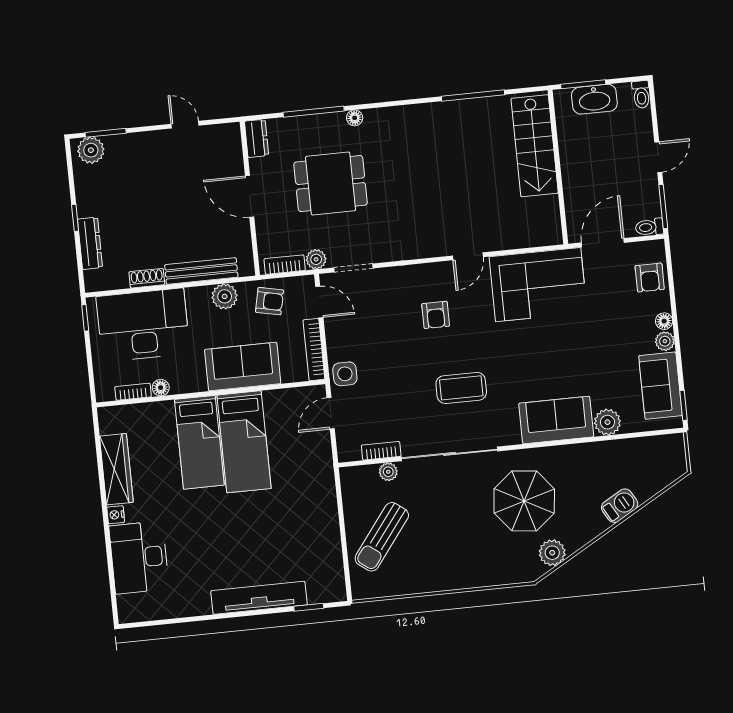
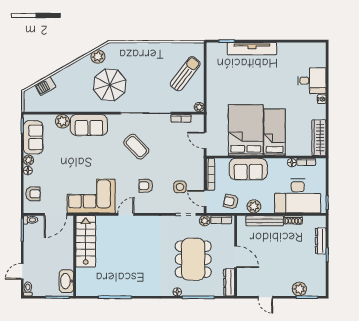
washbasin: (594, 99) -> (66, 281), moved, turned -90
dresser: (257, 138) -> (229, 282), width x1.44
stairs: (535, 146) -> (86, 241), moved
plant: (91, 150) -> (299, 289), moved
door: (658, 157) -> (22, 271), moved
dining table: (331, 184) -> (193, 259), width x1.38
armchair: (650, 277) -> (33, 194), turned 90
armchair: (436, 315) -> (146, 186), turned -90
side table: (345, 374) -> (180, 187), moved
coffee table: (461, 388) -> (136, 147), turned 46
door: (331, 413) -> (205, 140), swing flipped
bed: (244, 442) -> (246, 130), width x1.50
wardrobe: (116, 469) -> (319, 138), moved
plant: (388, 472) -> (199, 107), moved
barbecue: (620, 506) -> (45, 86), moved
desk: (139, 557) -> (312, 81), width x0.73

